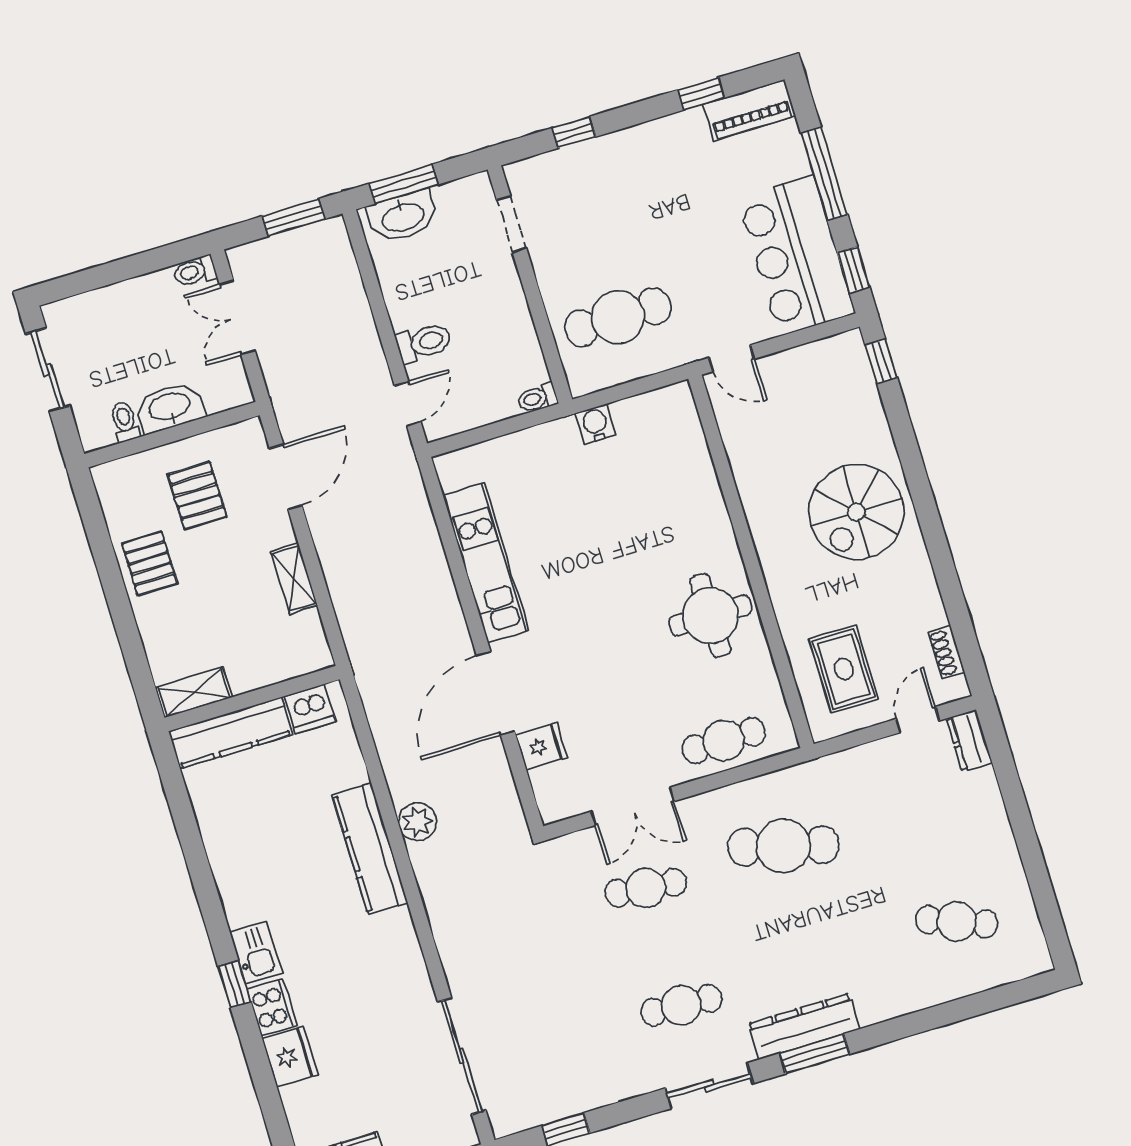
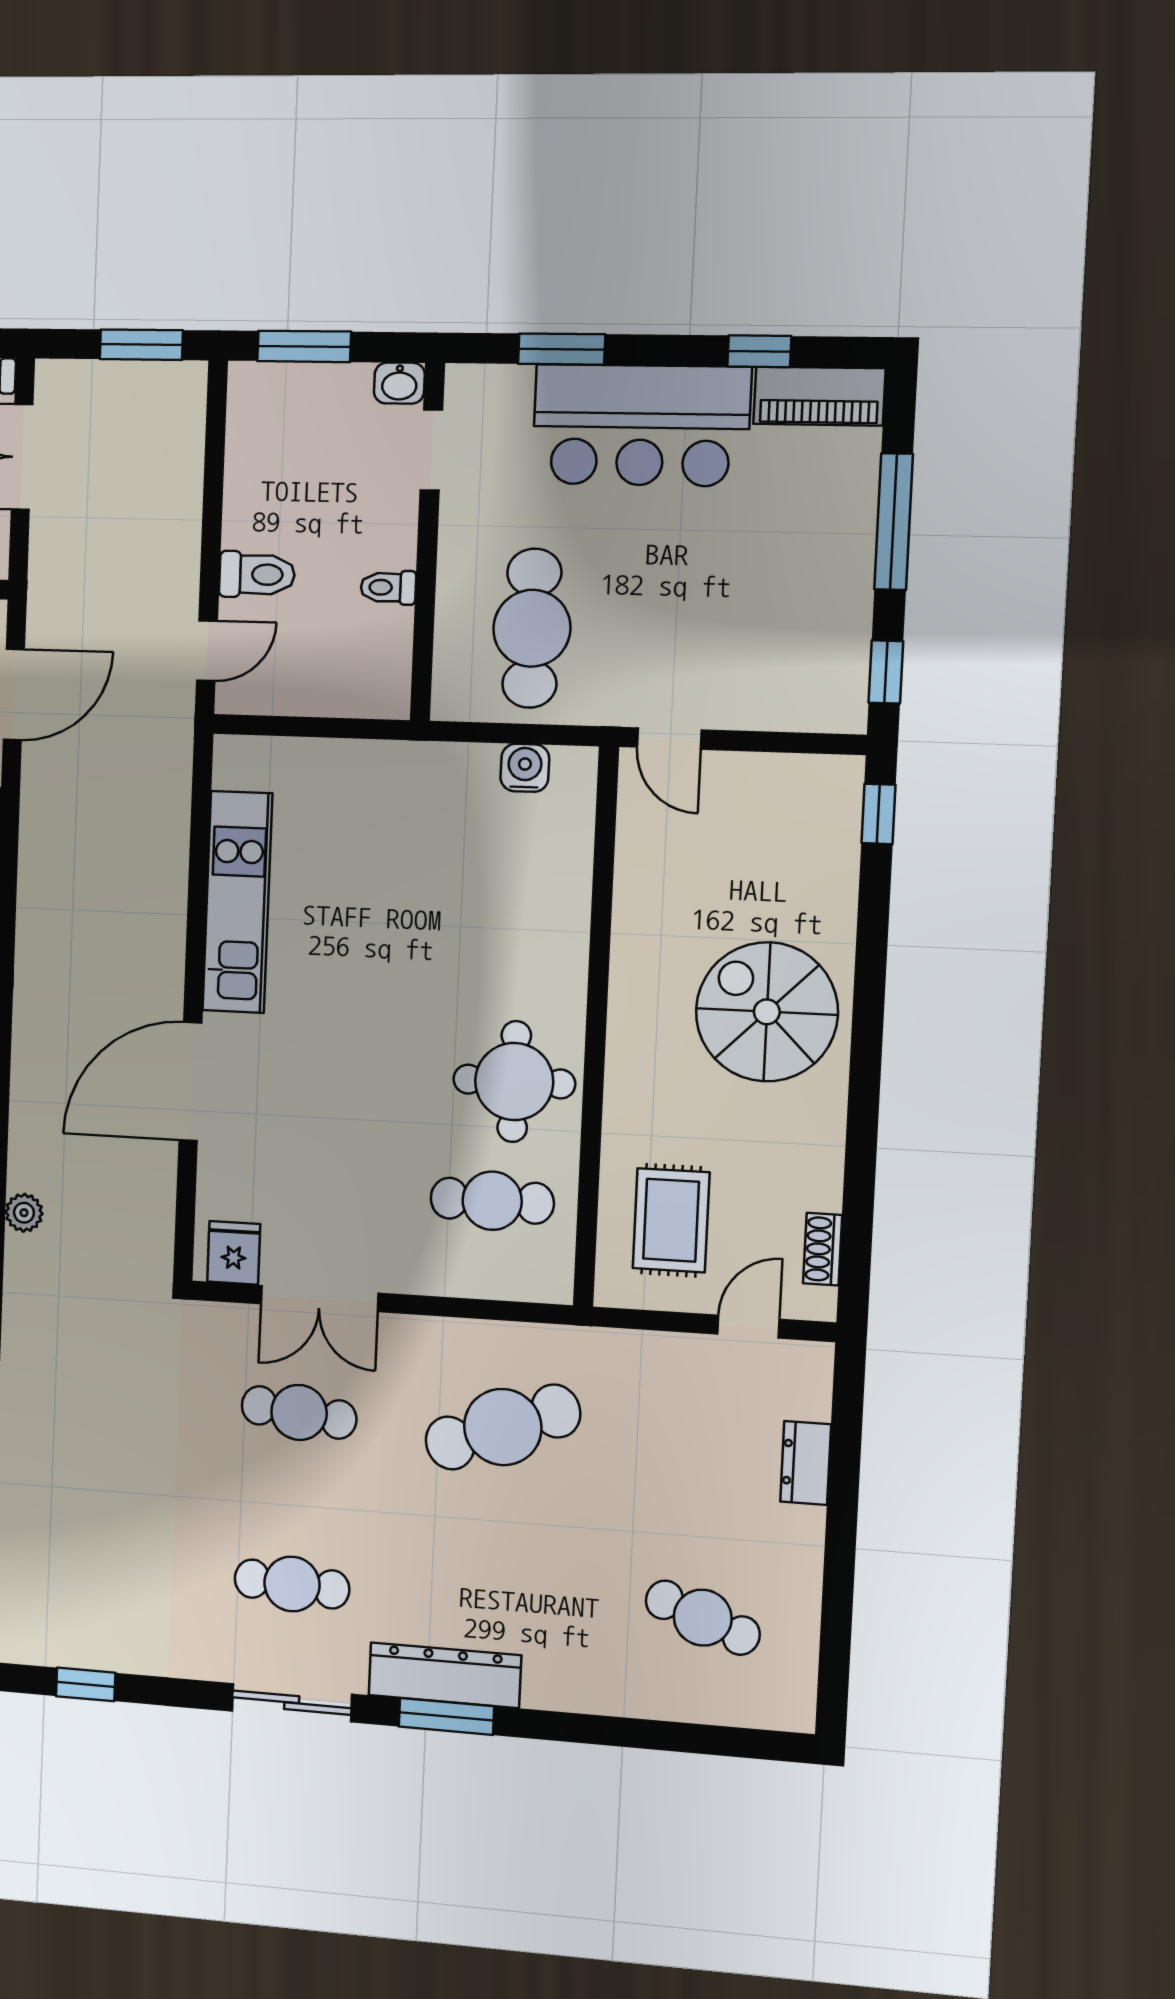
window: (574, 132) -> (562, 349), width x1.50
washbasin: (403, 216) -> (399, 383), moved, width x0.52, depth x0.69
bar counter: (796, 256) -> (641, 425), moved, turned -90
cafe table: (618, 317) -> (532, 628), turned 90
toilet: (537, 398) -> (388, 587), moved
water cooler: (595, 424) -> (525, 768), moved
spiral stairs: (856, 512) -> (767, 1012), turned 90
cafe table: (724, 741) -> (492, 1201), moved
dresser: (969, 741) -> (806, 1463), moved
fridge: (542, 746) -> (234, 1253), moved, turned -90
plant: (417, 822) -> (24, 1213), width x0.73, depth x0.73
cafe table: (783, 846) -> (503, 1427), turned -36

